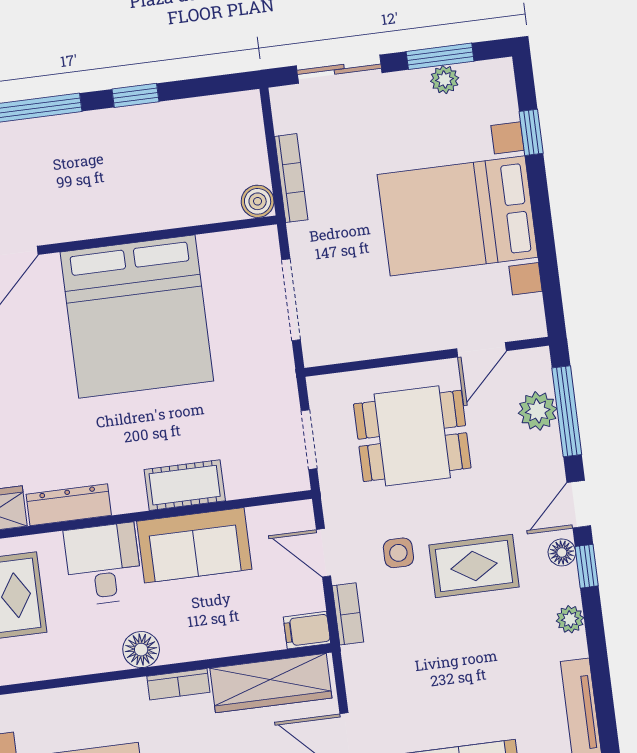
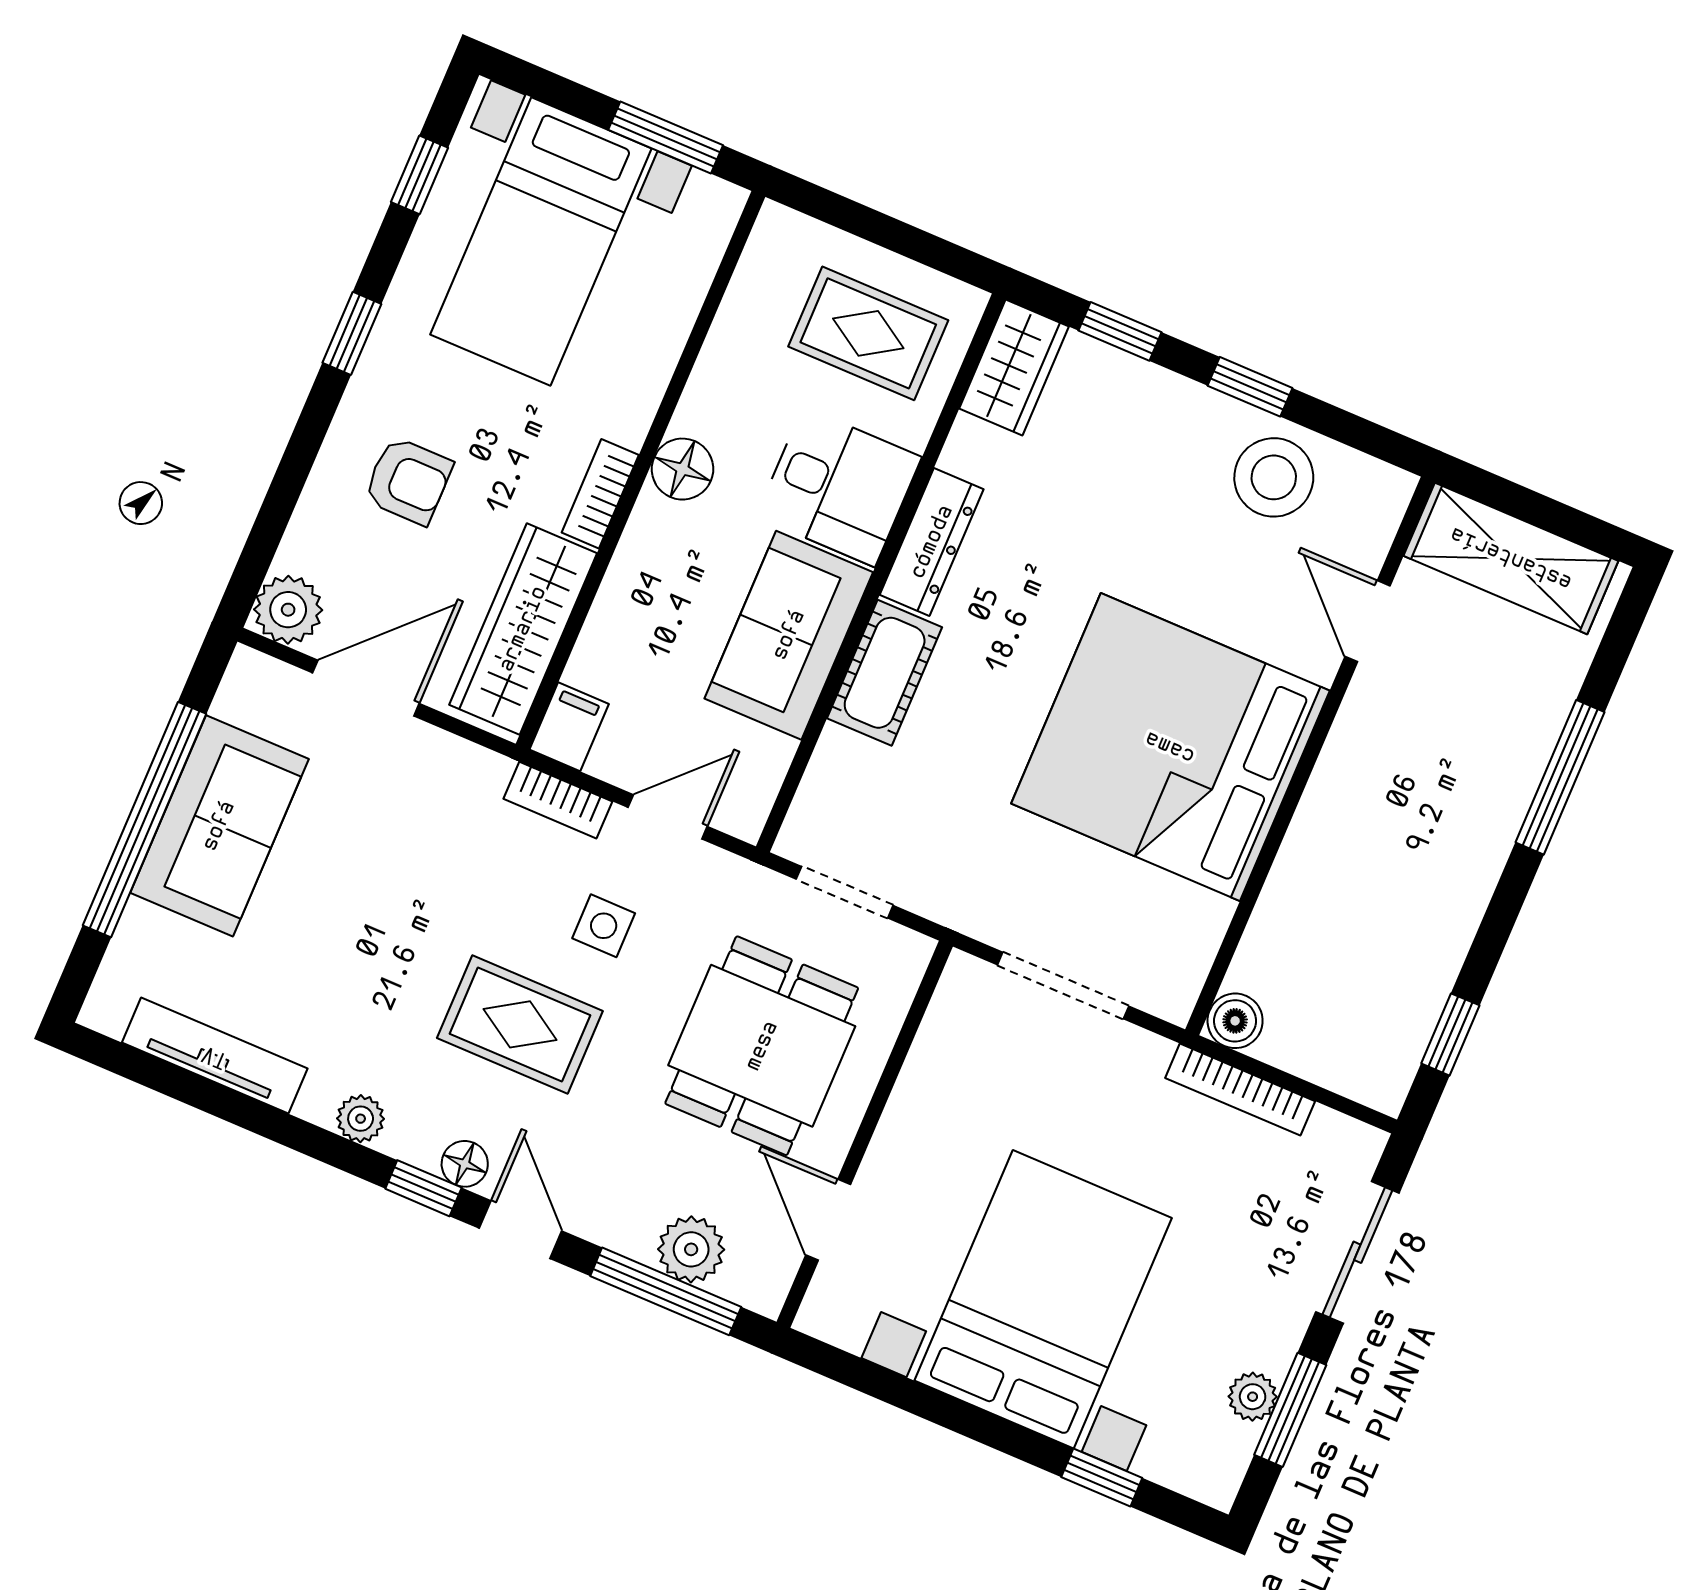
window: (135, 95) -> (1450, 1034), moved
dresser: (69, 505) -> (932, 542), moved
rug: (474, 566) -> (520, 1024), turned 90

